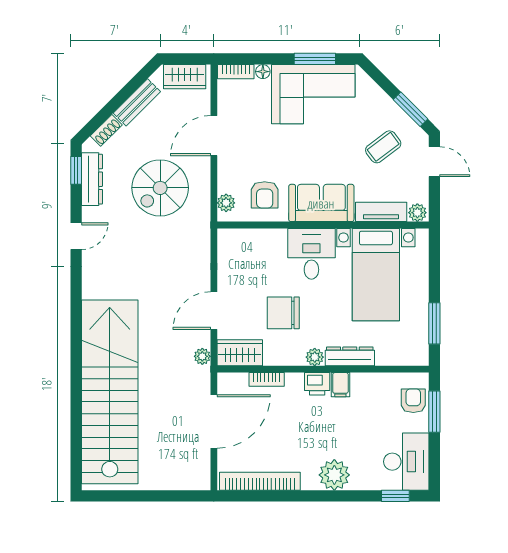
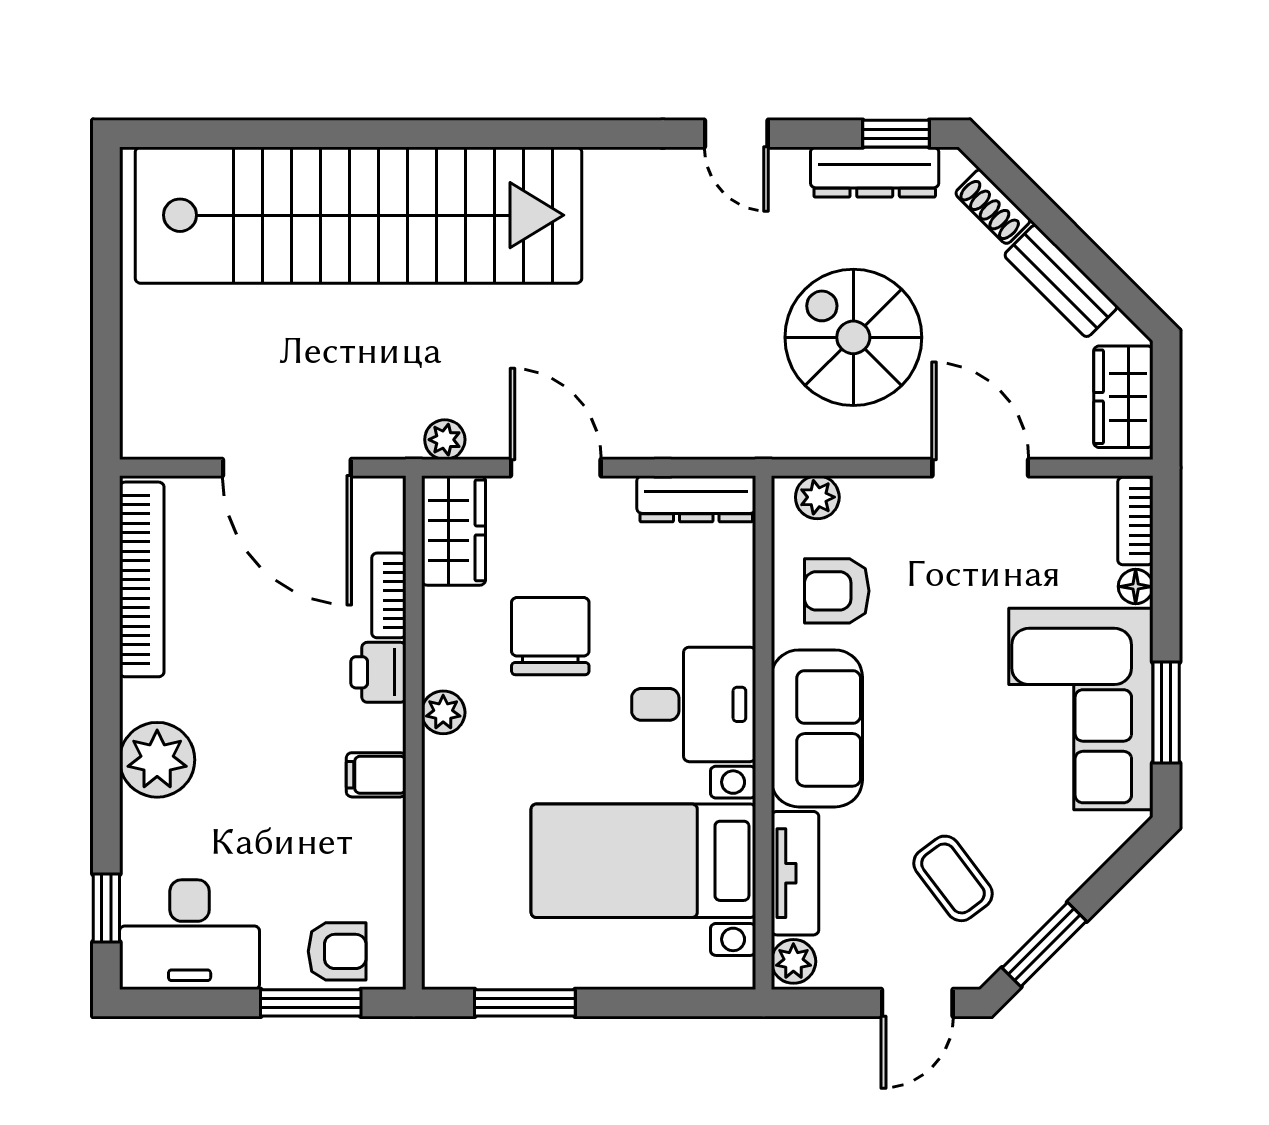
dresser: (350, 356) -> (696, 499), moved, turned 90
printer: (317, 384) -> (378, 672), moved

